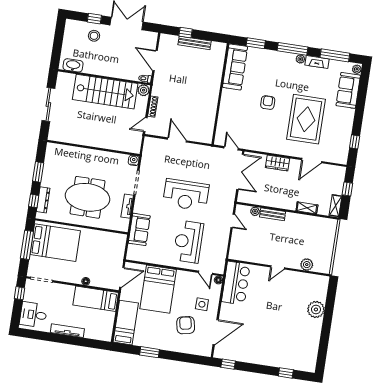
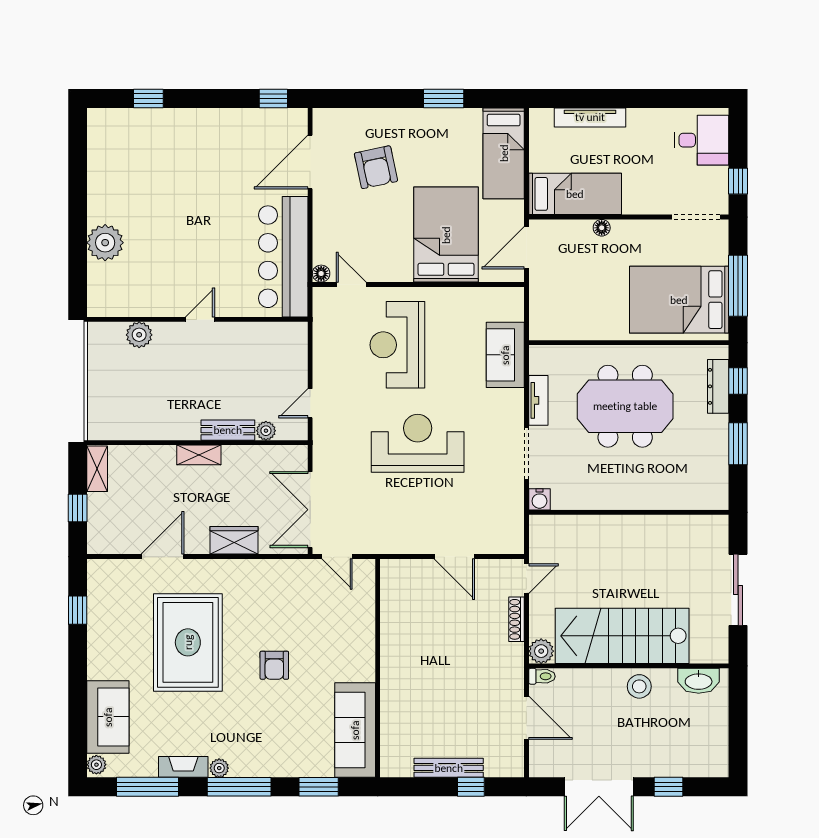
stool: (94, 36) -> (639, 686), moved
shelving: (307, 208) -> (199, 455), moved
door: (233, 221) -> (310, 403), hinge flipped
reception desk: (188, 242) -> (397, 345), turned 180
bar counter: (236, 283) -> (283, 257), width x1.36
side table: (202, 304) -> (348, 217), removed
tv unit: (67, 331) -> (590, 117), moved

